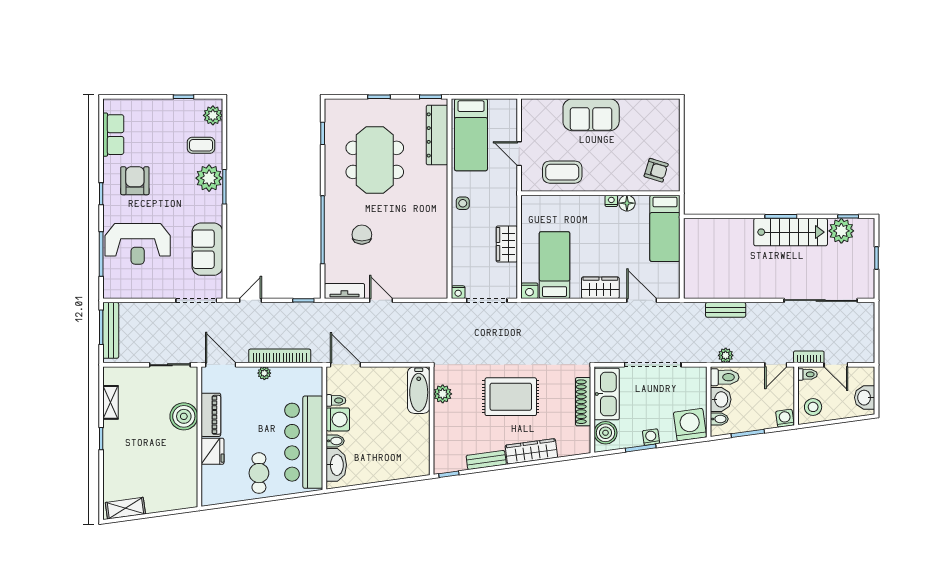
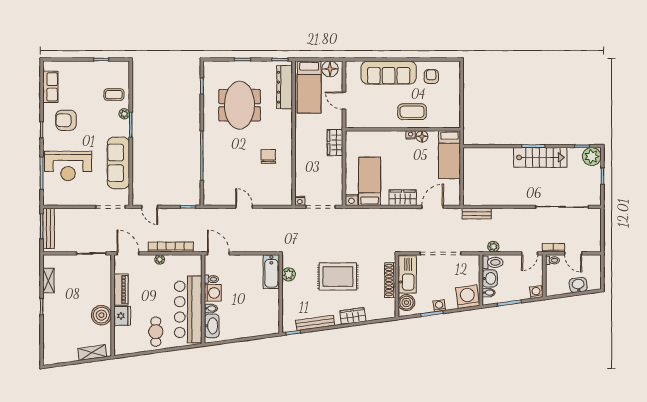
floor lamp: (500, 110) -> (330, 69), added
plant: (213, 115) -> (122, 73), removed
sofa: (591, 115) -> (389, 73), width x1.36
armchair: (656, 170) -> (431, 77), moved, turned -107
coffee table: (562, 172) -> (412, 112), moved
plant: (209, 178) -> (124, 114), width x0.53, depth x0.53
armchair: (135, 181) -> (66, 120), turned -90
side table: (463, 203) -> (303, 137), removed
plant: (841, 231) -> (592, 157), moved
chair: (362, 235) -> (268, 156), moved
wardrobe: (507, 244) -> (335, 143), moved
sofa: (207, 249) -> (118, 163), width x1.36
tv unit: (344, 291) -> (218, 200), removed
door: (250, 300) -> (150, 207), swing flipped
door: (642, 300) -> (433, 207), hinge flipped
bench: (726, 310) -> (477, 214), moved
washbasin: (865, 398) -> (578, 285), moved, turned 82
stool: (813, 407) -> (557, 284), removed
boiler: (184, 416) -> (101, 315), moved
wardrobe: (531, 451) -> (353, 316), width x0.67
bench: (486, 460) -> (315, 323), width x1.36
shelving: (125, 508) -> (92, 353), moved

